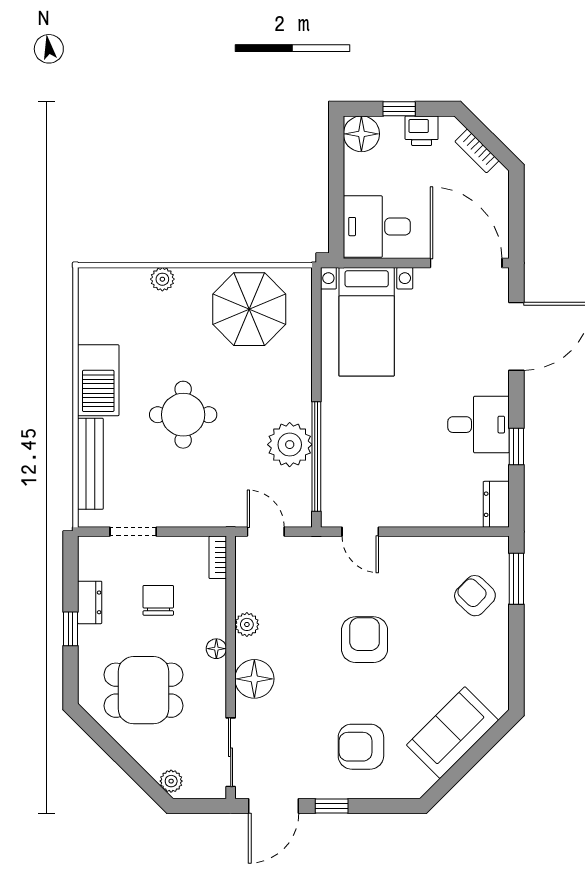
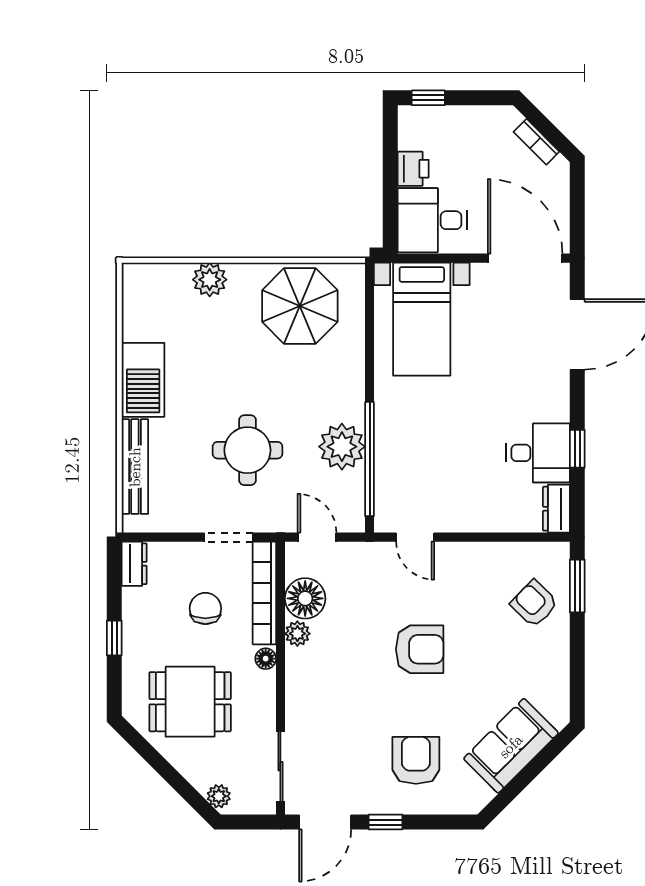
window: (399, 109) -> (428, 98), moved
printer: (422, 131) -> (413, 169), moved, turned -90
floor lamp: (361, 134) -> (416, 124), removed
plant: (162, 279) -> (210, 280), width x1.38, depth x1.38
round table: (183, 415) -> (247, 450), moved
desk: (479, 425) -> (538, 453), moved
doorway: (133, 532) -> (228, 537), moved
bookcase: (218, 557) -> (264, 593), width x2.31, depth x1.31
dresser: (90, 602) -> (134, 564), moved
armchair: (365, 640) -> (420, 649), turned 90
floor lamp: (254, 679) -> (305, 598), moved
armchair: (361, 747) -> (416, 760), turned 90

